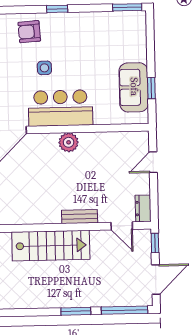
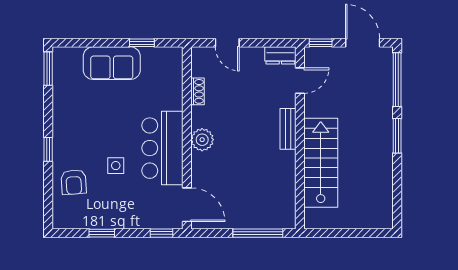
sofa: (134, 87) -> (112, 63), moved
shoe rack: (110, 137) -> (197, 91), added

